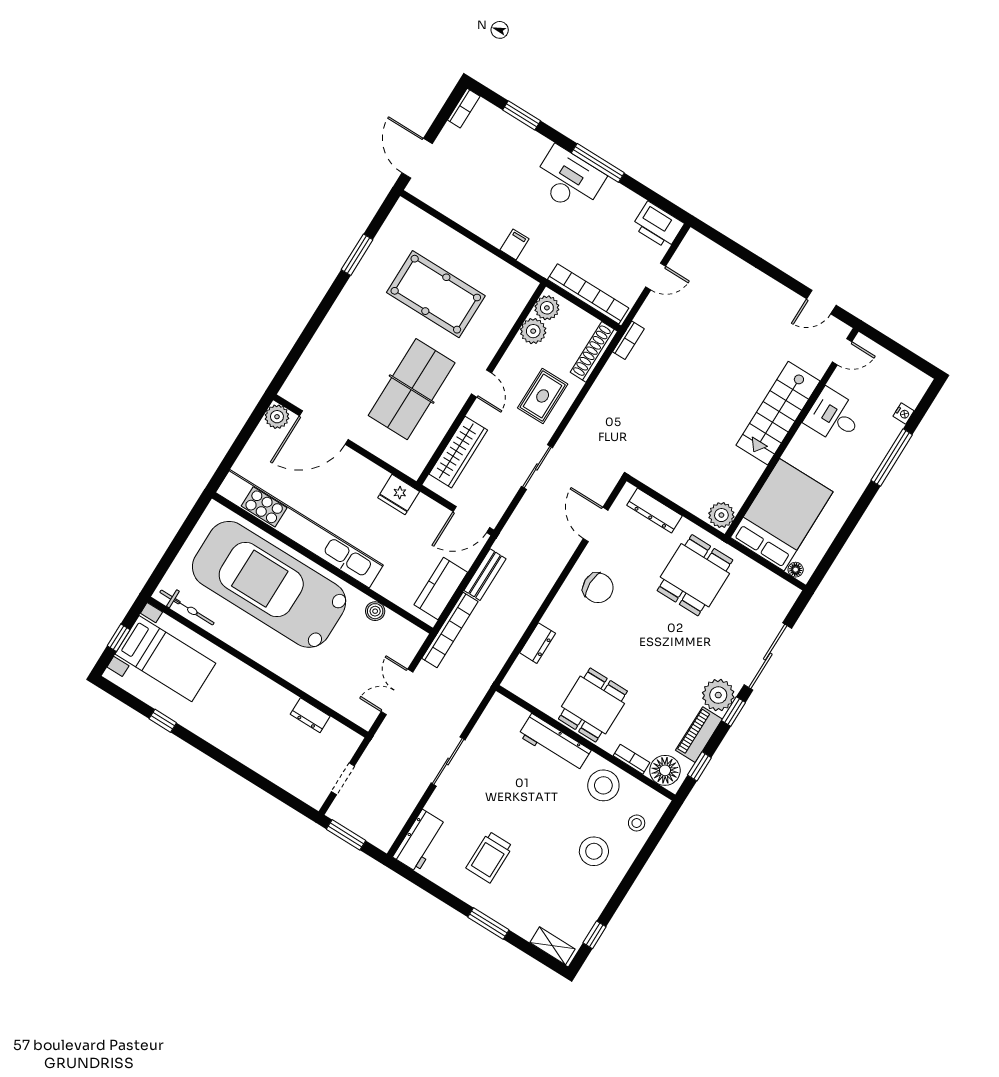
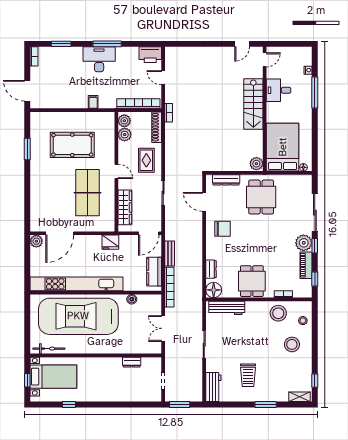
door: (656, 276) -> (163, 78), swing flipped
workbench: (555, 743) -> (227, 308), moved
floor lamp: (665, 770) -> (214, 290), moved

